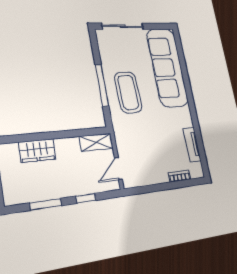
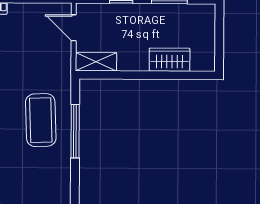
door: (118, 168) -> (74, 28), swing flipped

